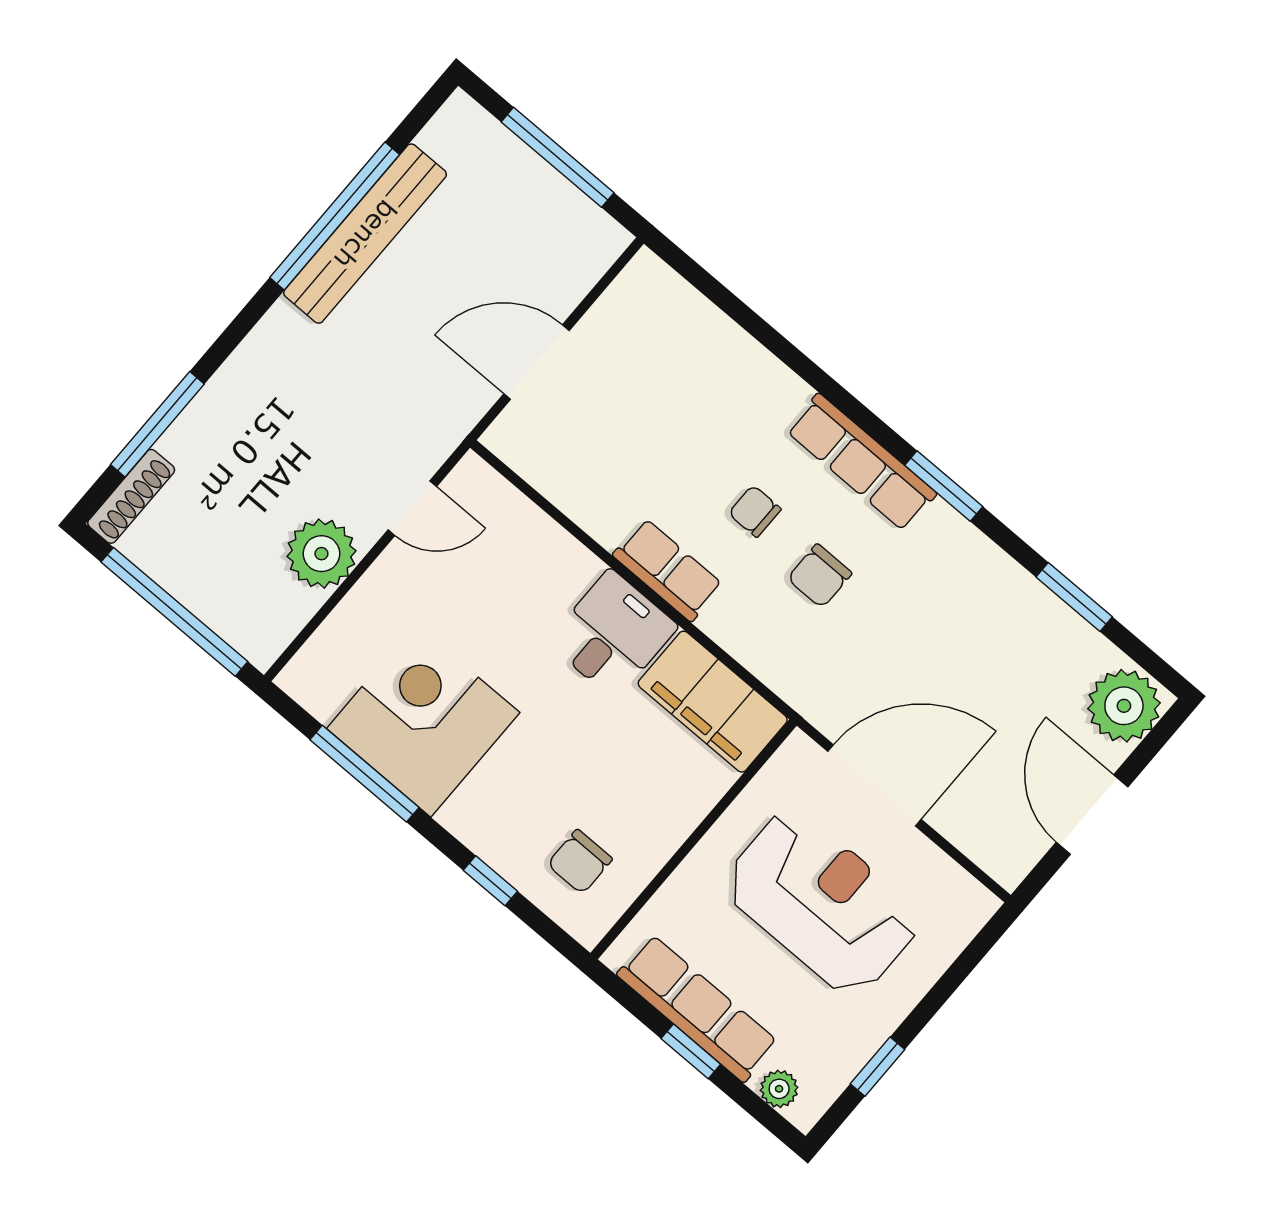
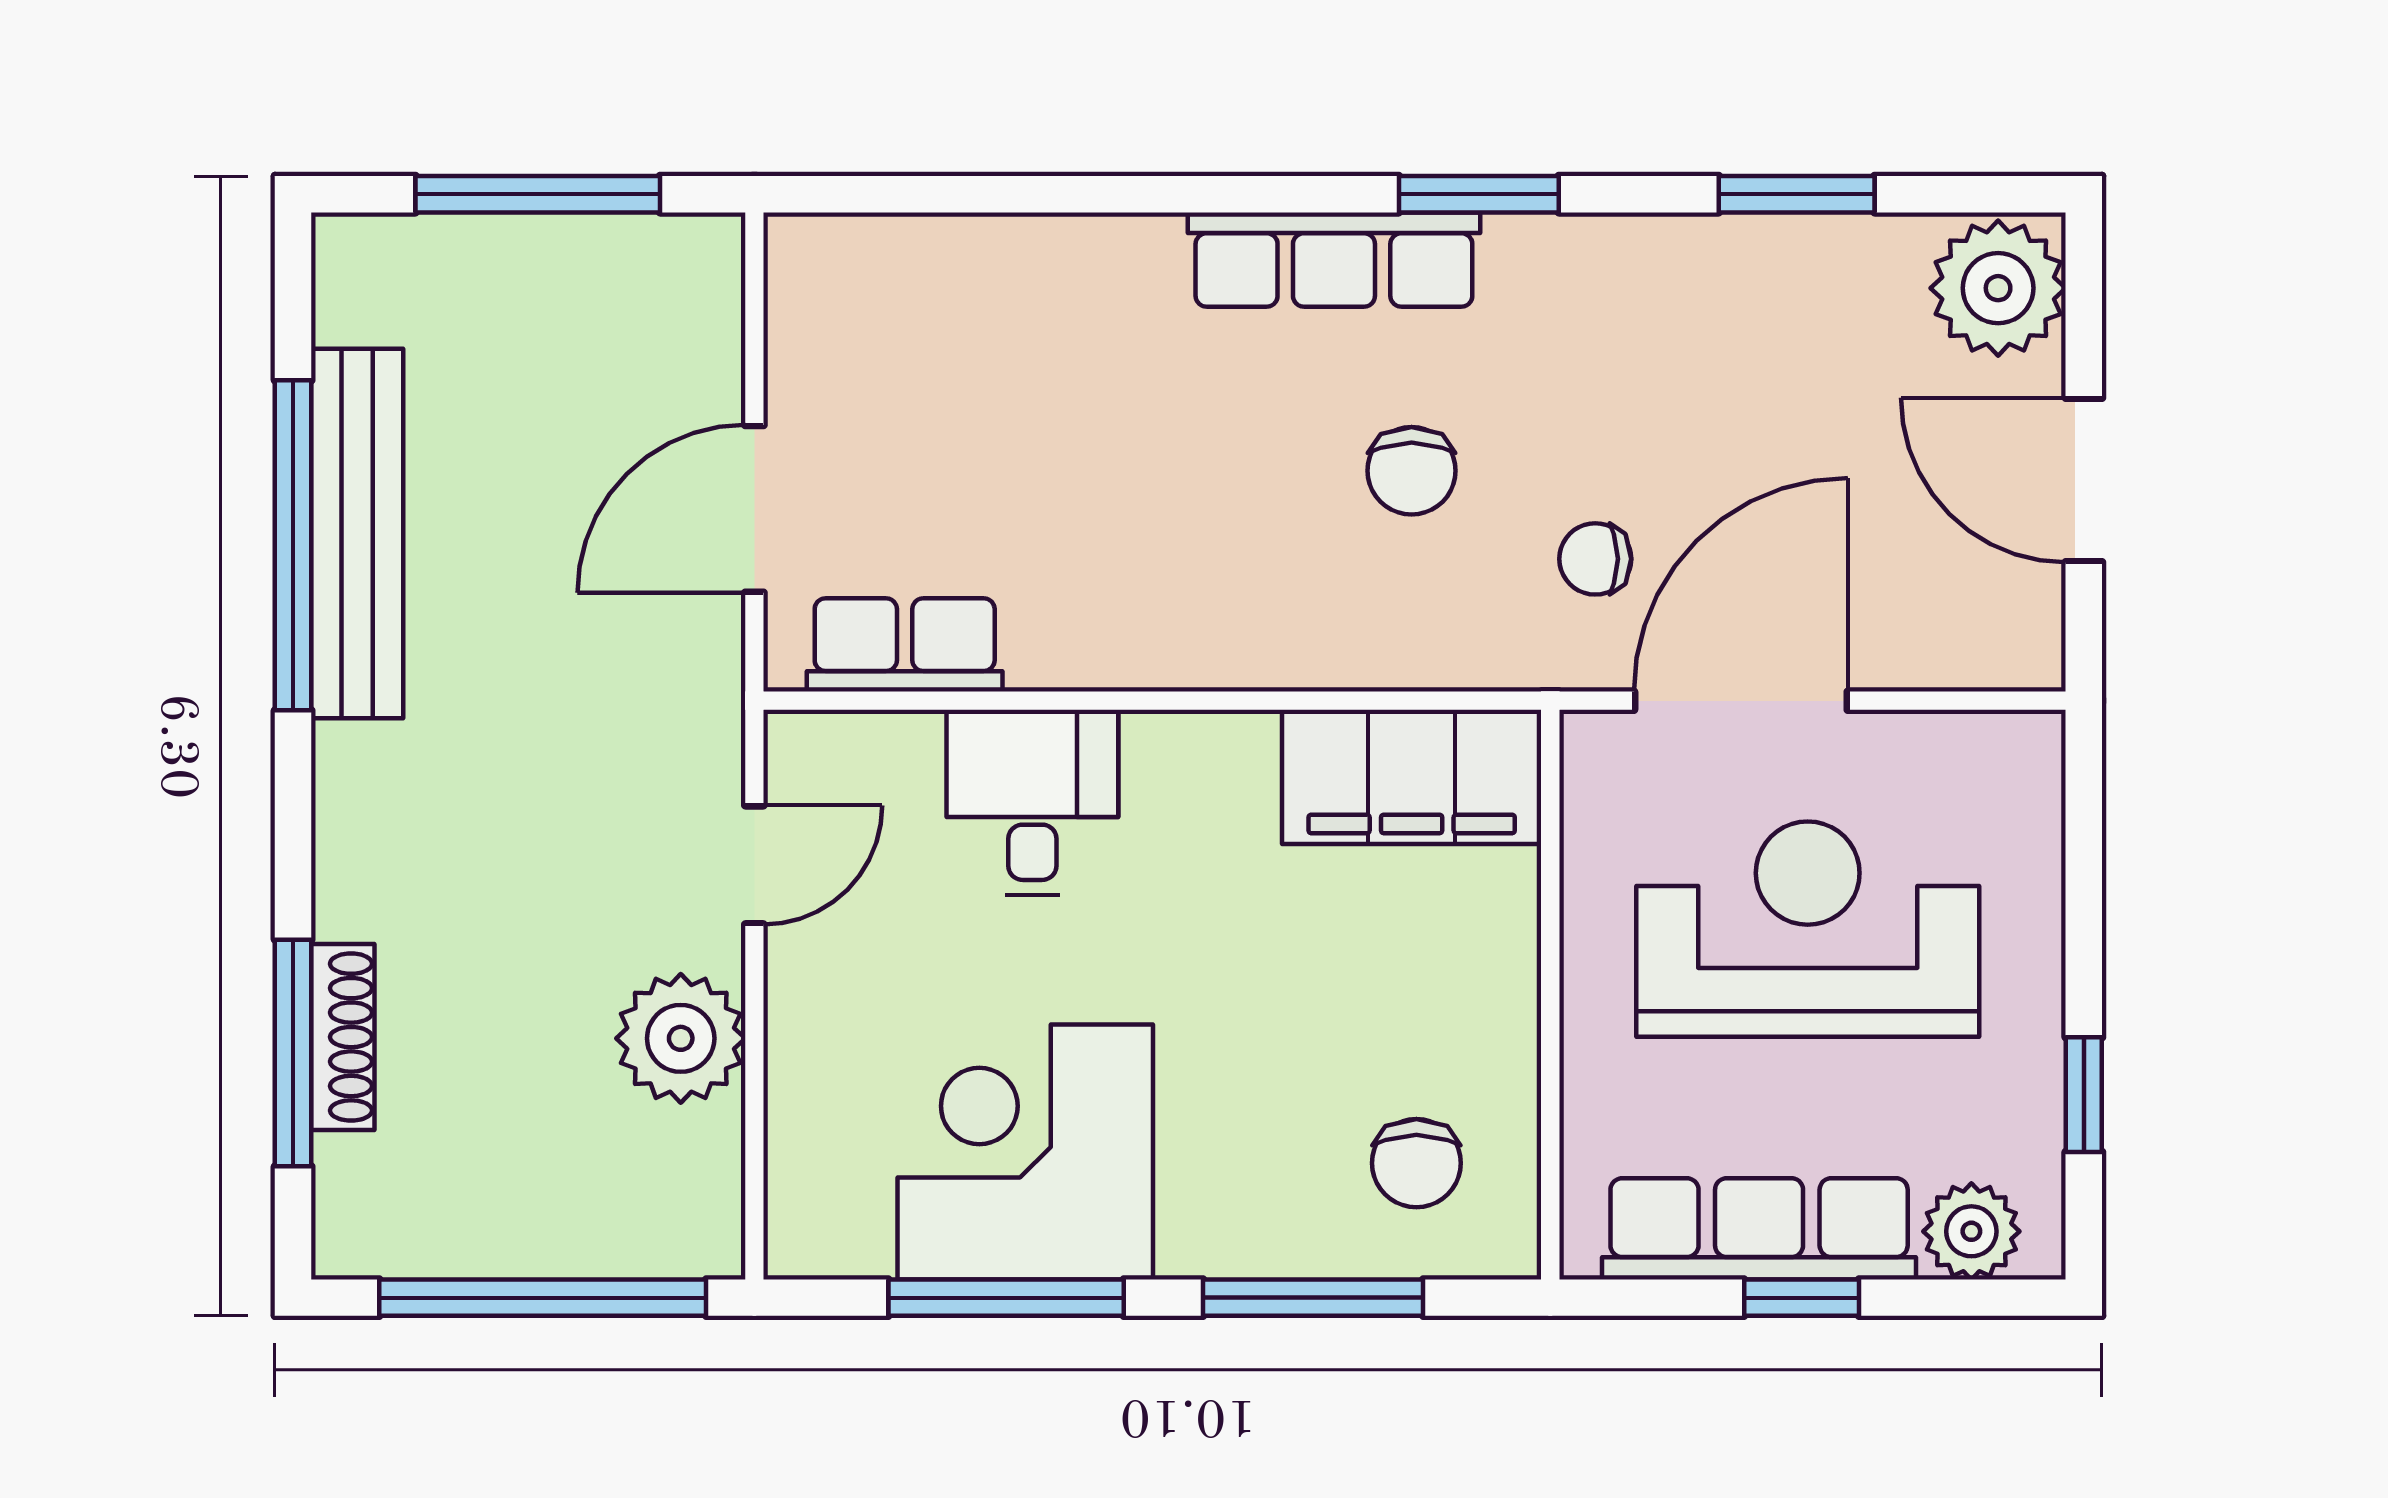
shoe rack: (131, 496) -> (343, 1037), moved
chair: (755, 511) -> (1595, 559), moved
row of seats: (668, 570) -> (905, 645), moved
desk: (612, 634) -> (1032, 802), moved
window: (490, 881) -> (1313, 1298), width x2.17
plant: (779, 1089) -> (1971, 1231), width x1.38, depth x1.38

